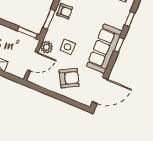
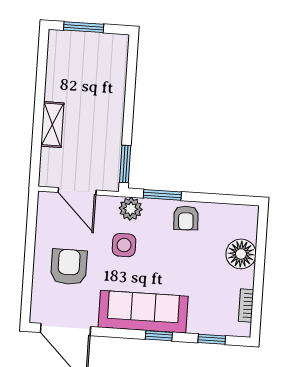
plant: (47, 47) -> (131, 209), moved
armchair: (69, 78) -> (69, 267), turned -151

